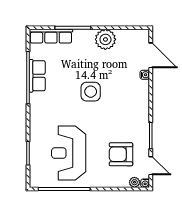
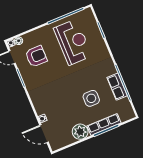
row of seats: (51, 36) -> (104, 124), moved
side table: (91, 92) -> (91, 98), moved

